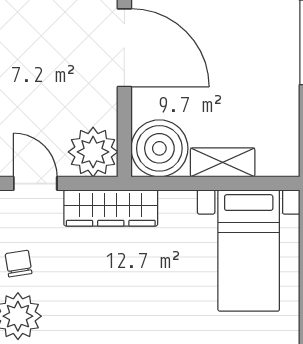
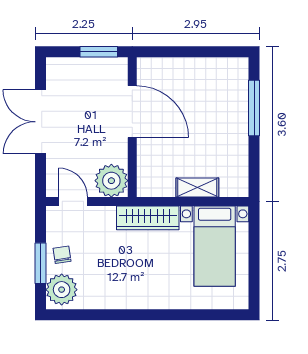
boiler: (159, 148) -> (155, 178), removed
wardrobe: (111, 208) -> (148, 218), moved

